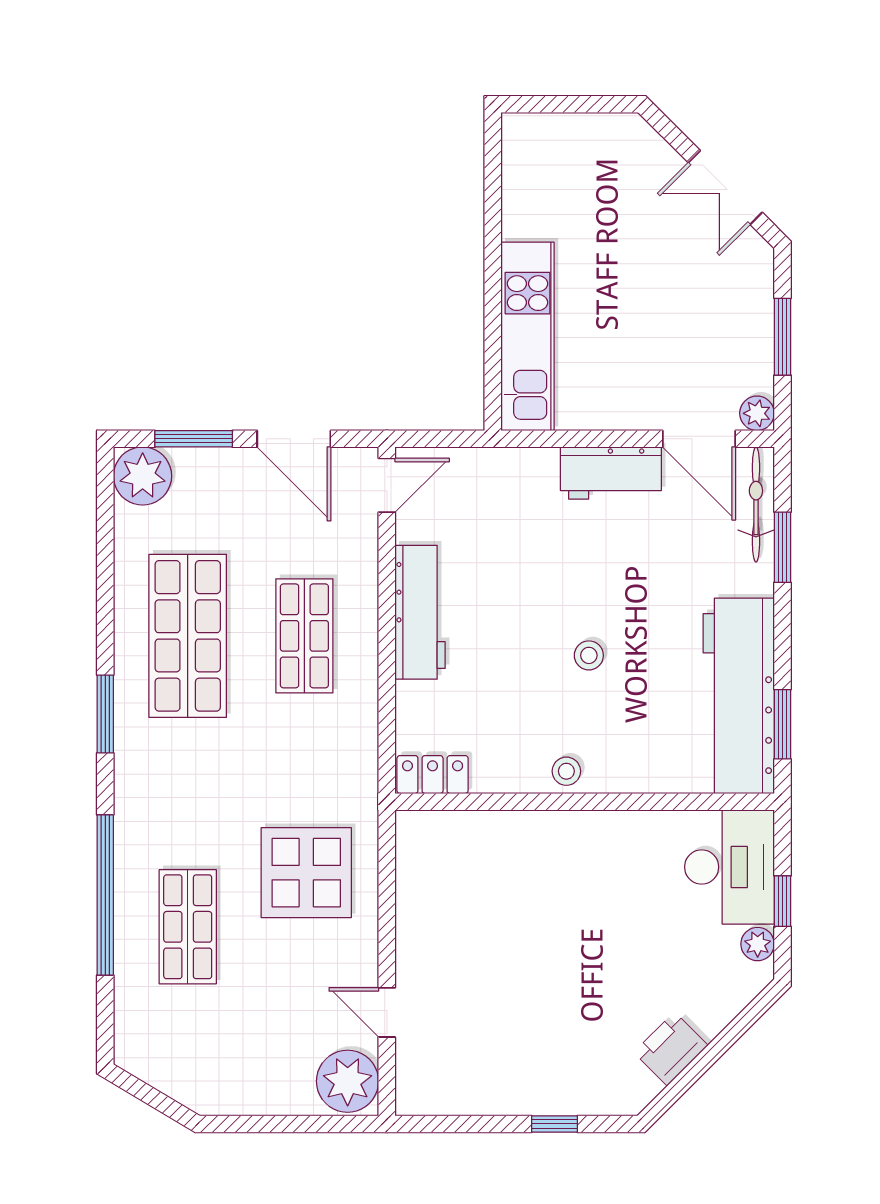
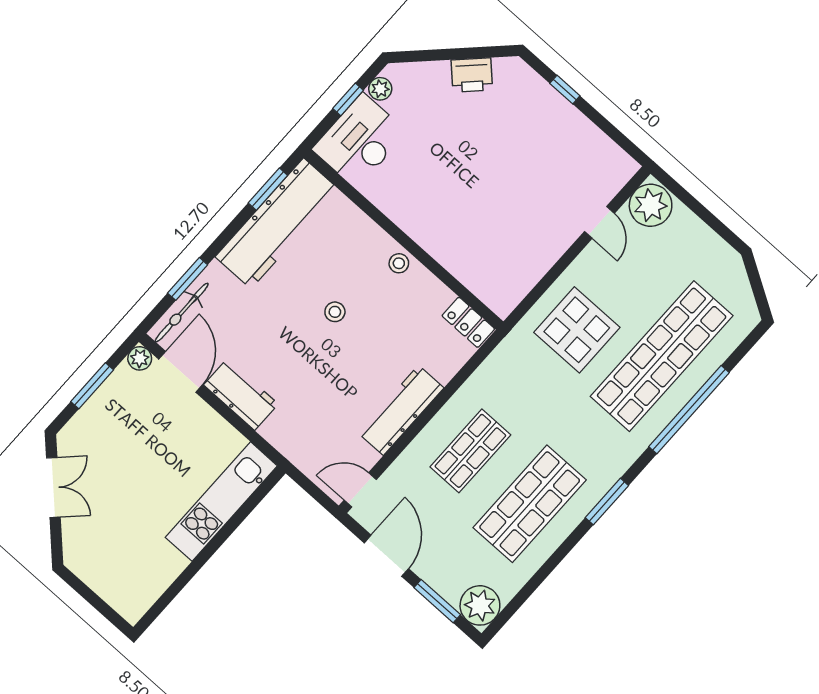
shop shelf: (188, 927) -> (662, 356), width x2.00, depth x1.36

